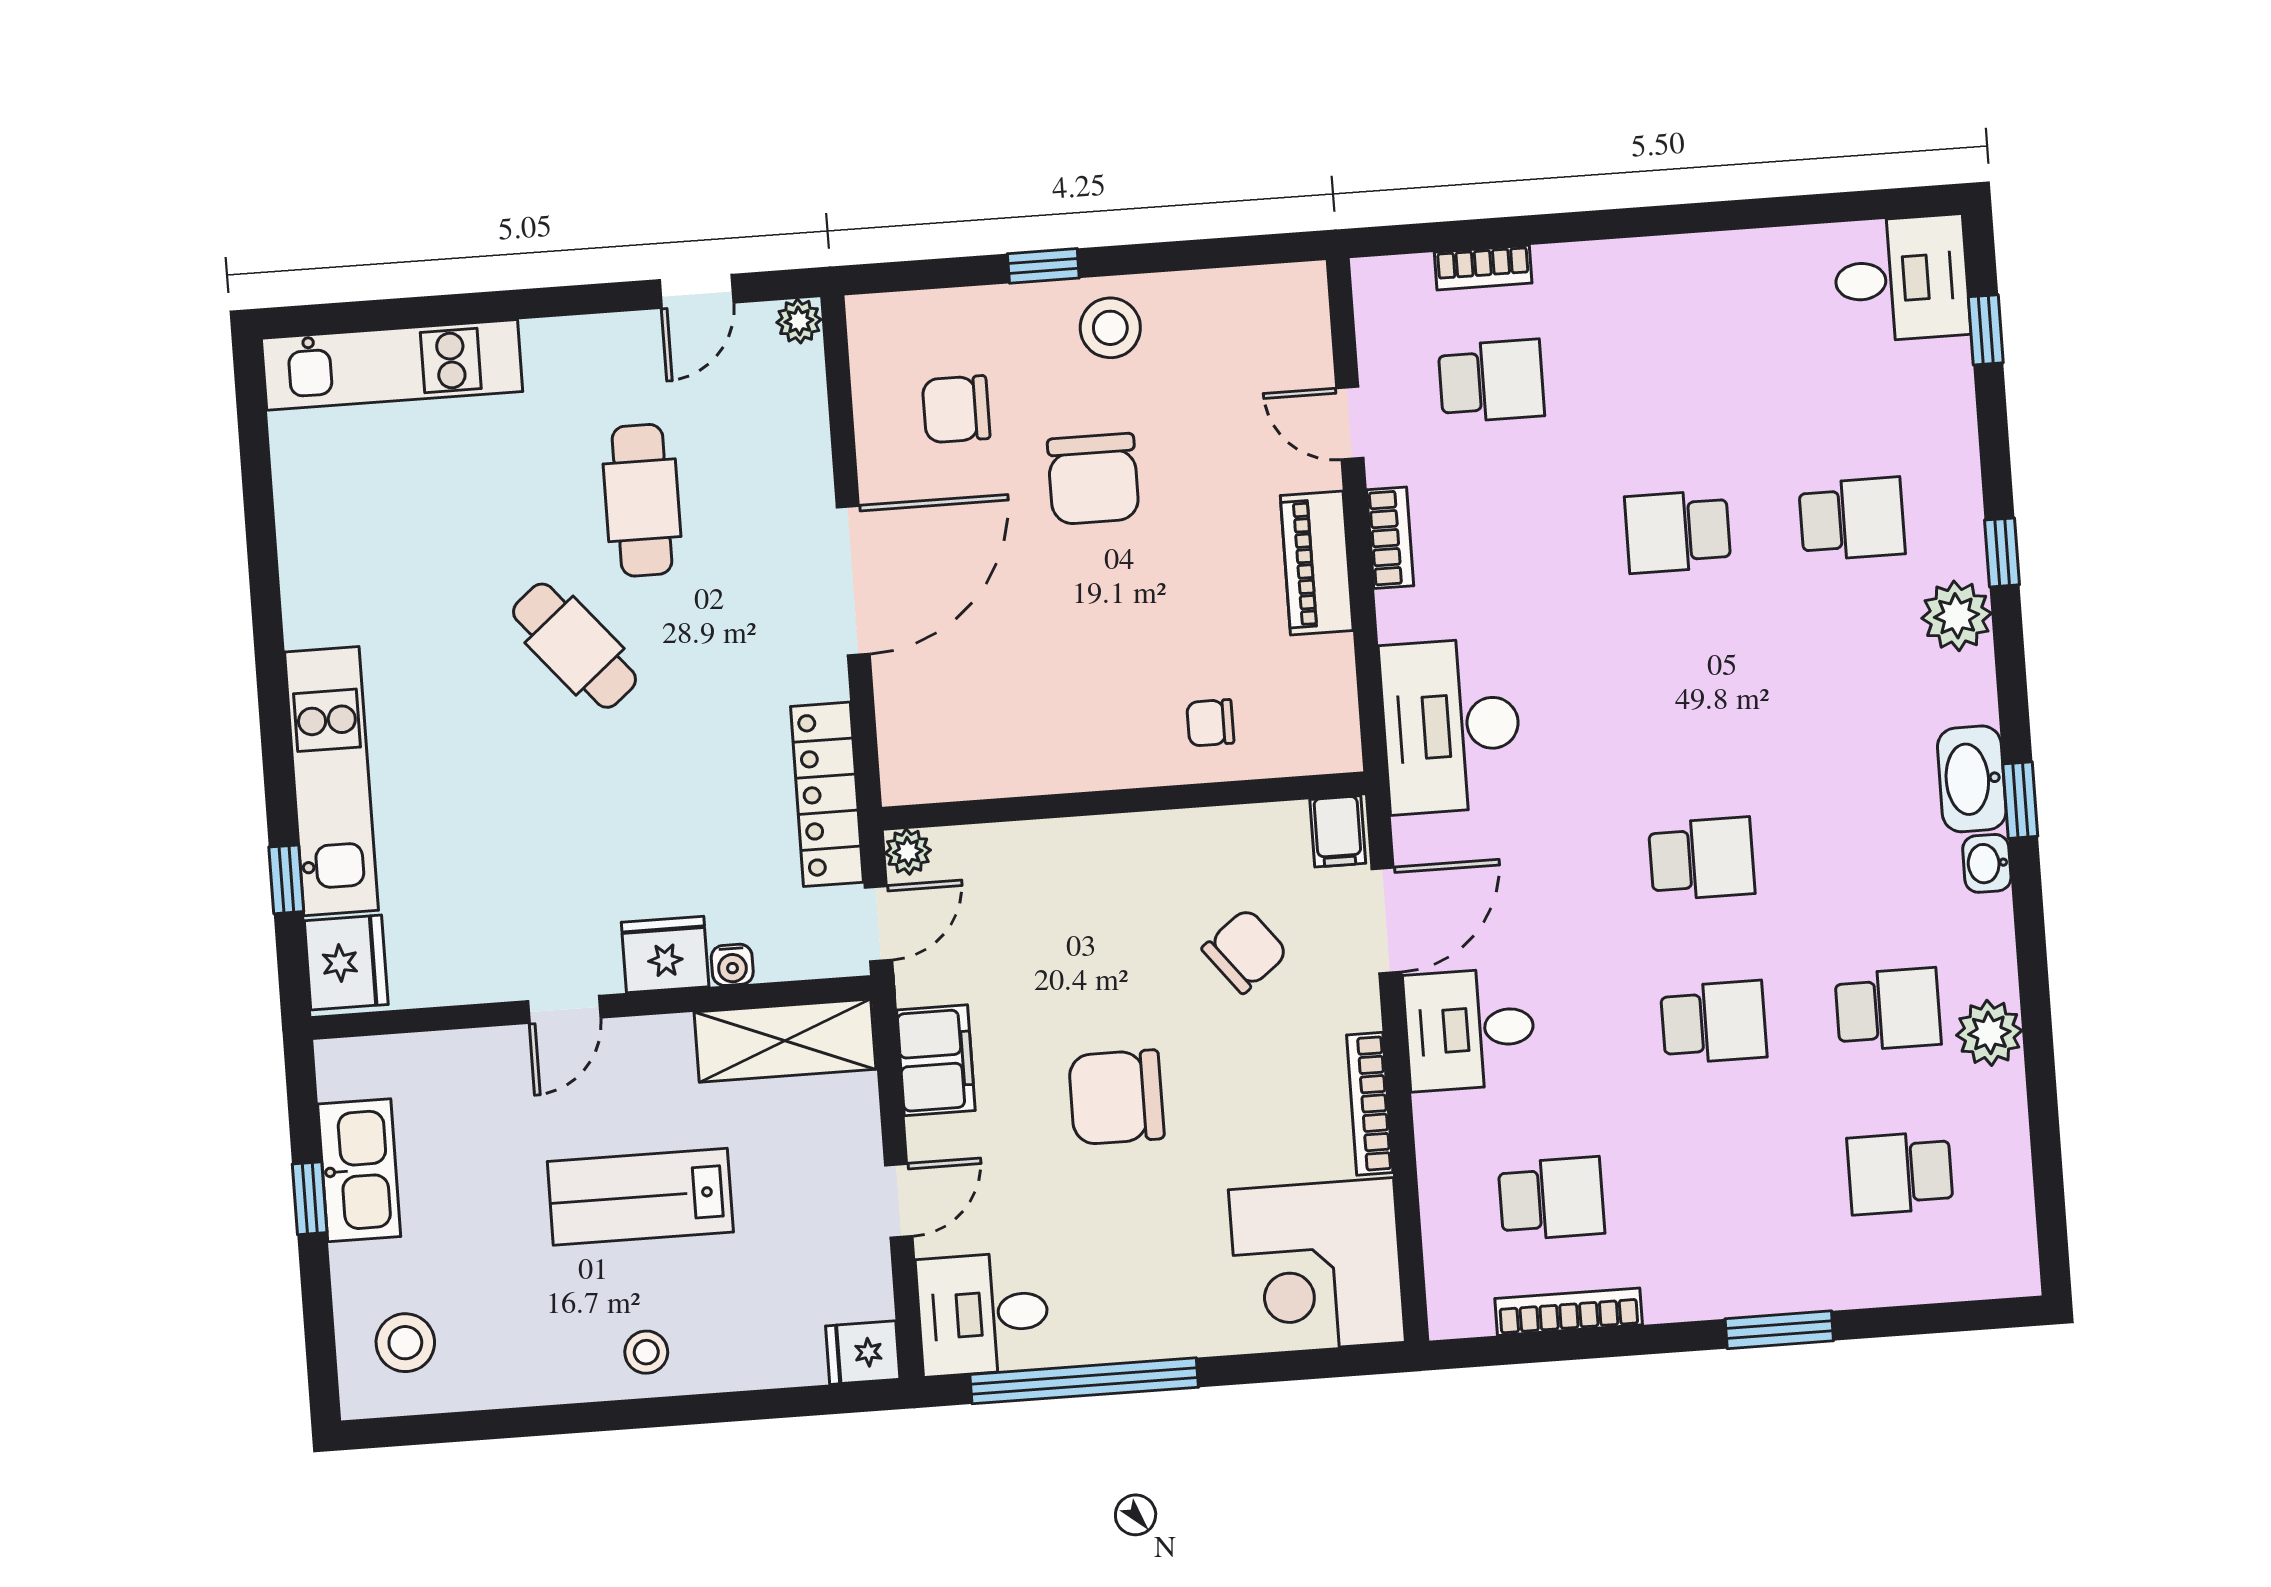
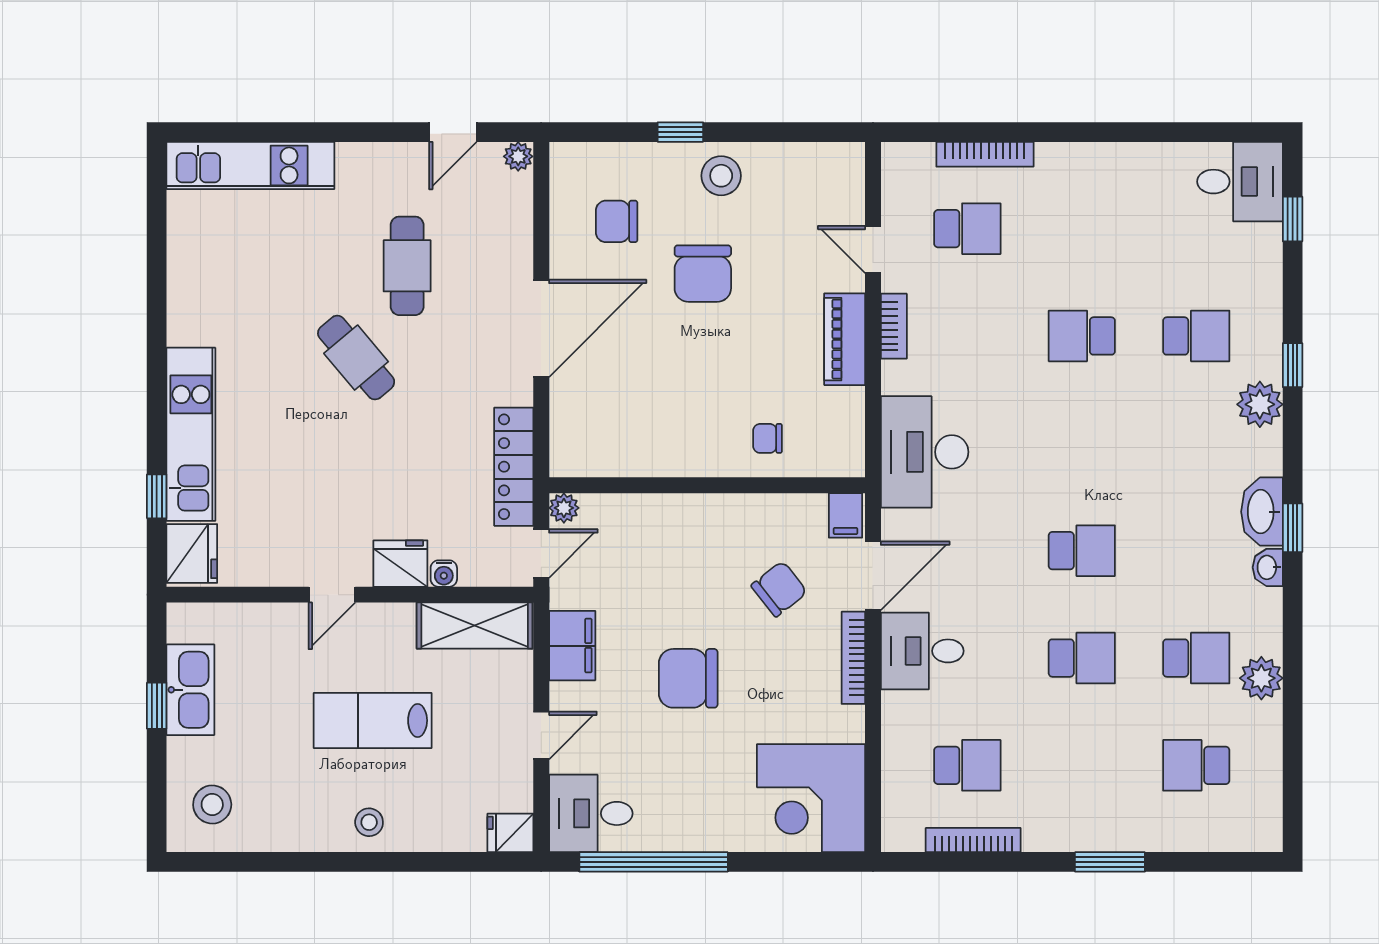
bookcase: (1483, 268) -> (985, 154), width x1.56
bookcase: (1370, 1104) -> (853, 658), moved

